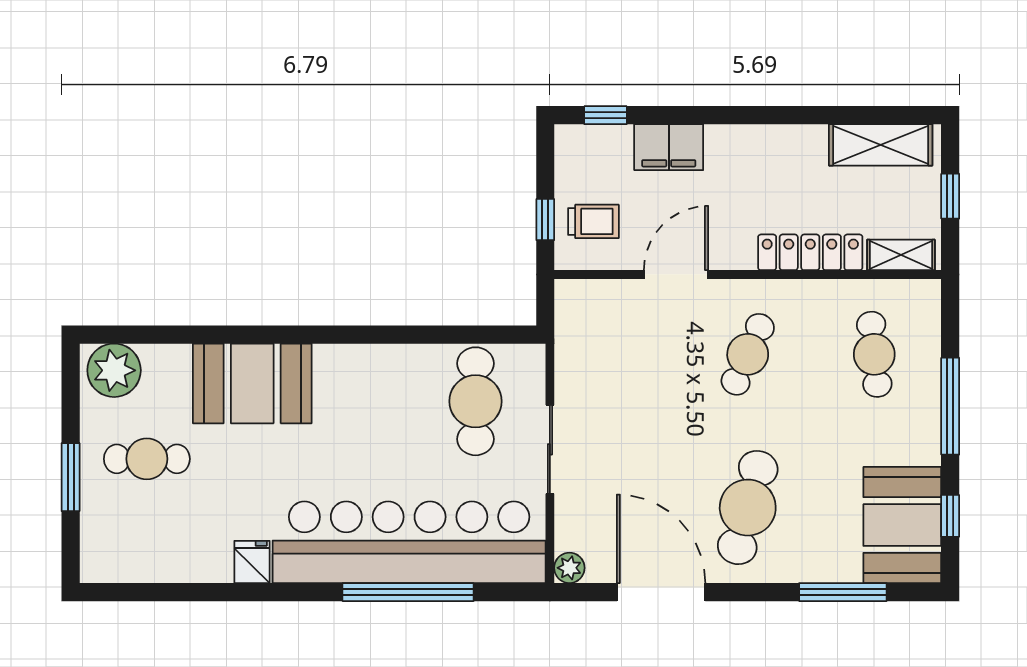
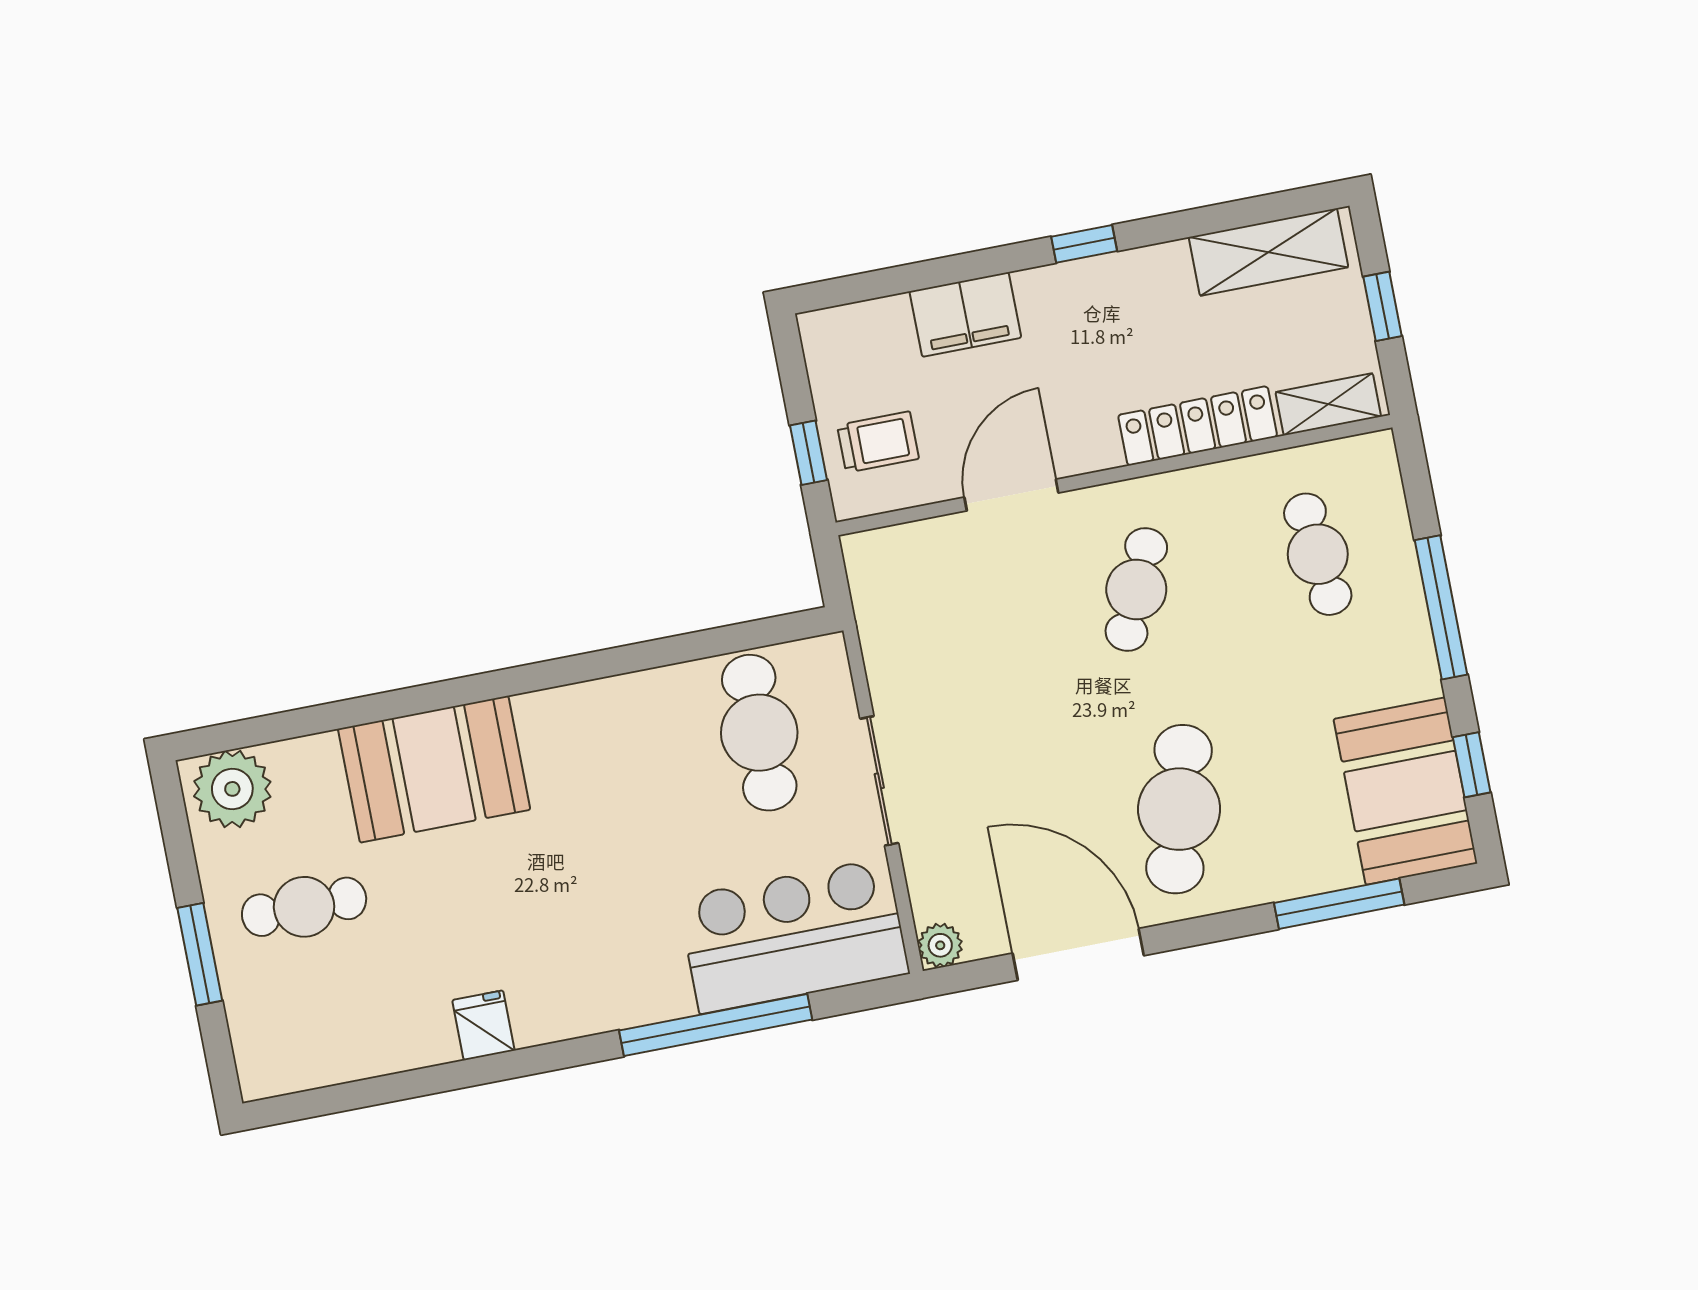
window: (605, 115) -> (1084, 244), moved
bar counter: (409, 542) -> (794, 936), width x0.54

